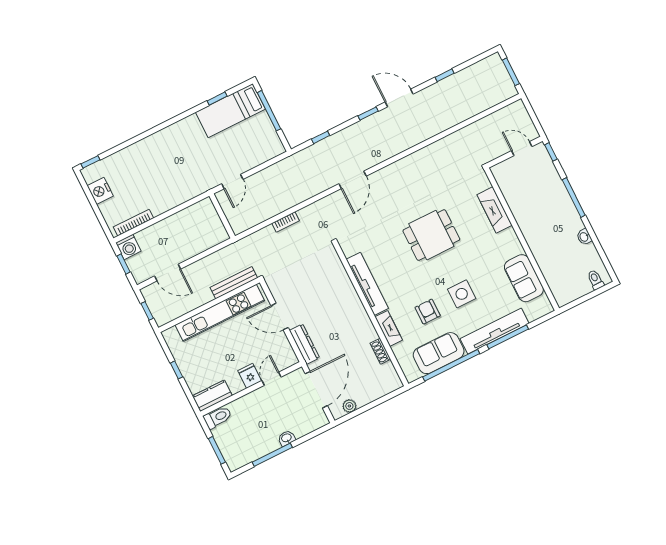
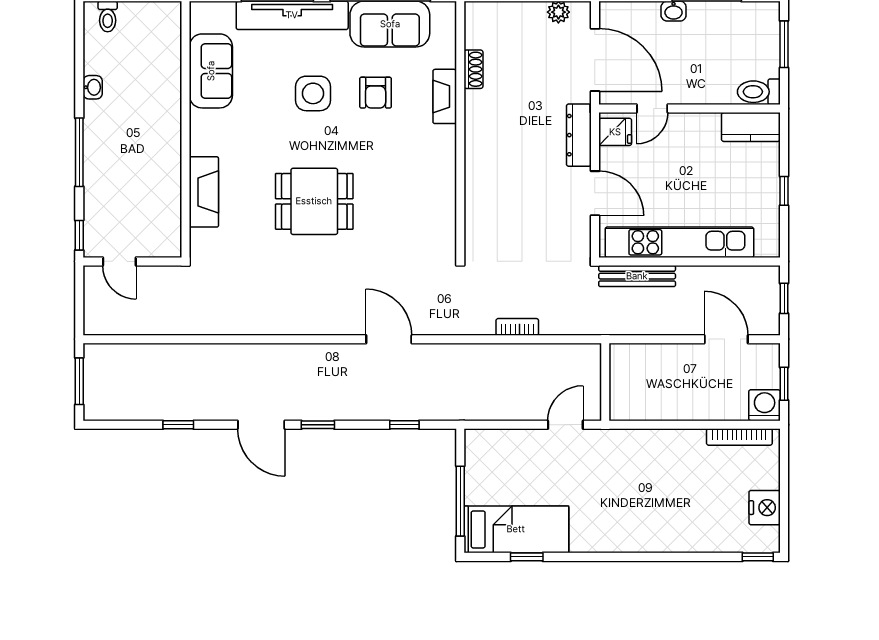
door: (353, 180) -> (389, 339), hinge flipped
tv unit: (367, 284) -> (443, 177), removed
fridge: (250, 376) -> (615, 132), moved, turned -90
door: (316, 390) -> (595, 60), swing flipped

